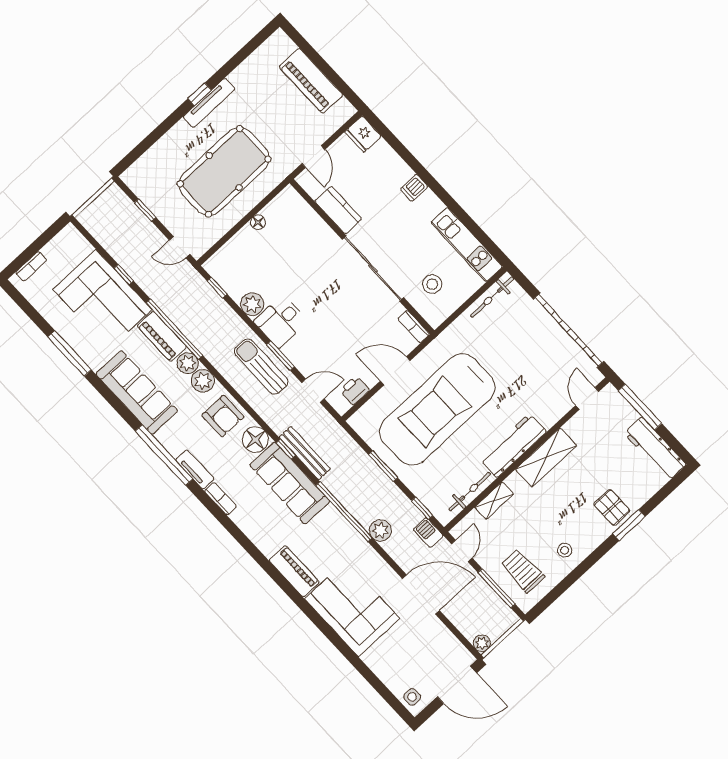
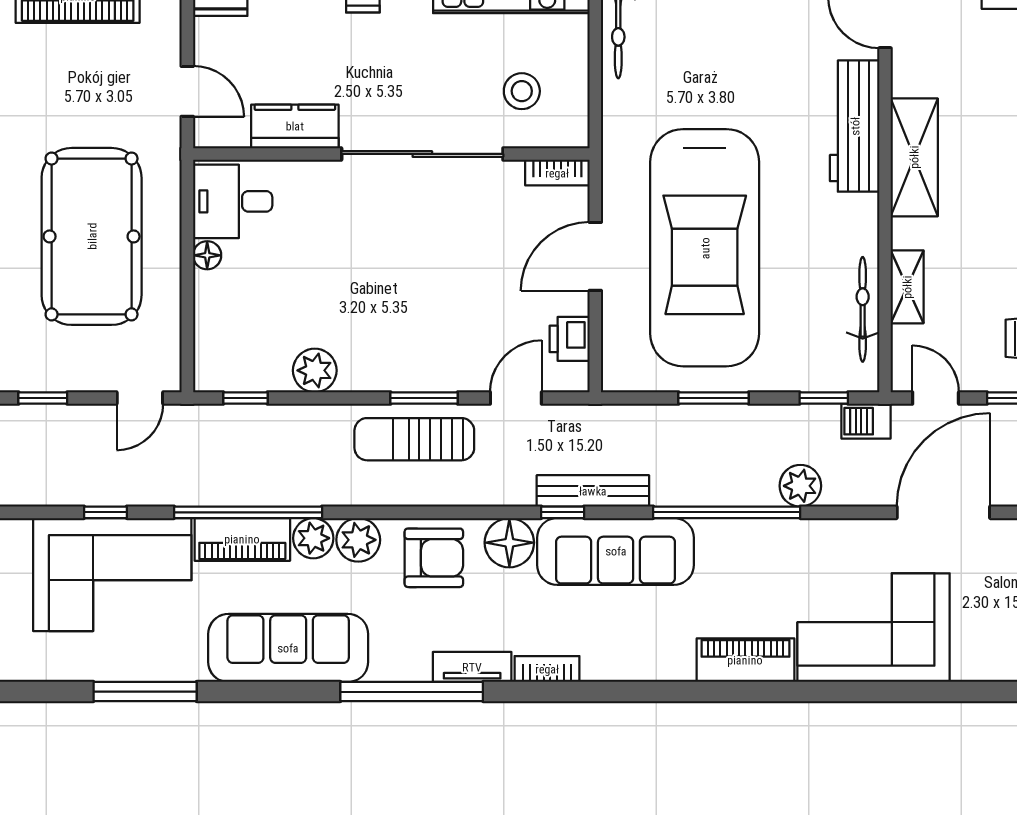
desk: (281, 321) -> (233, 201), moved, turned 90
workbench: (513, 446) -> (855, 126), moved

